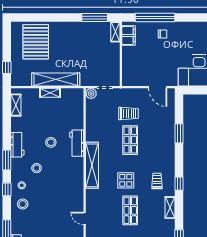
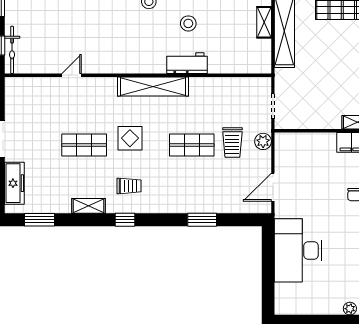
plant: (91, 93) -> (263, 141), moved

